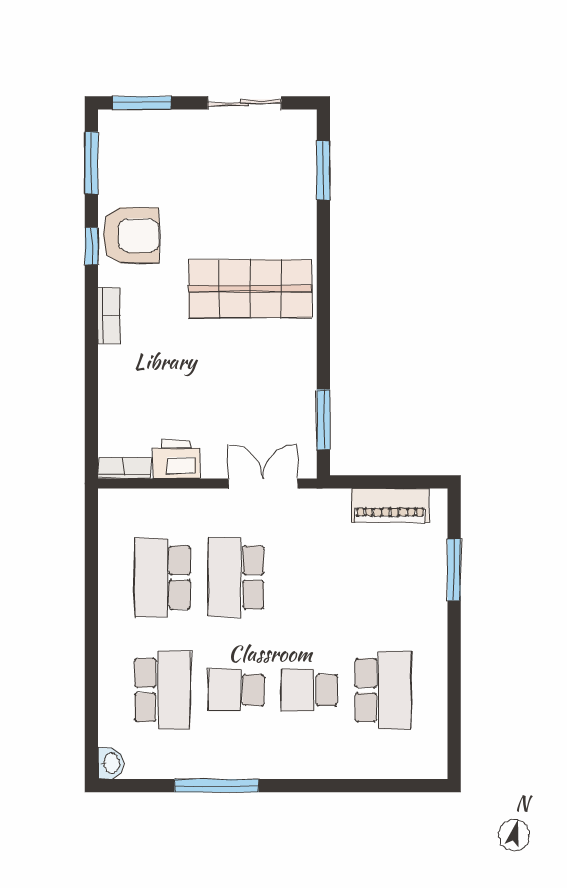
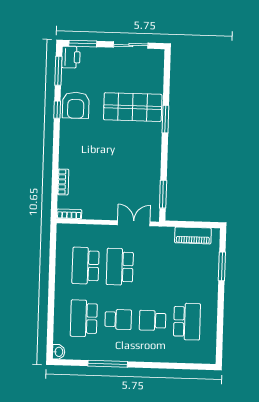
window: (323, 170) -> (165, 119), moved
armchair: (131, 235) -> (76, 105), turned 90
shop shelf: (250, 289) -> (133, 107), moved
bookcase: (109, 316) -> (63, 182), moved
printer: (176, 459) -> (71, 57), moved, turned 90
school desk: (162, 690) -> (84, 318), turned 180
school desk: (236, 690) -> (118, 319), turned 180

